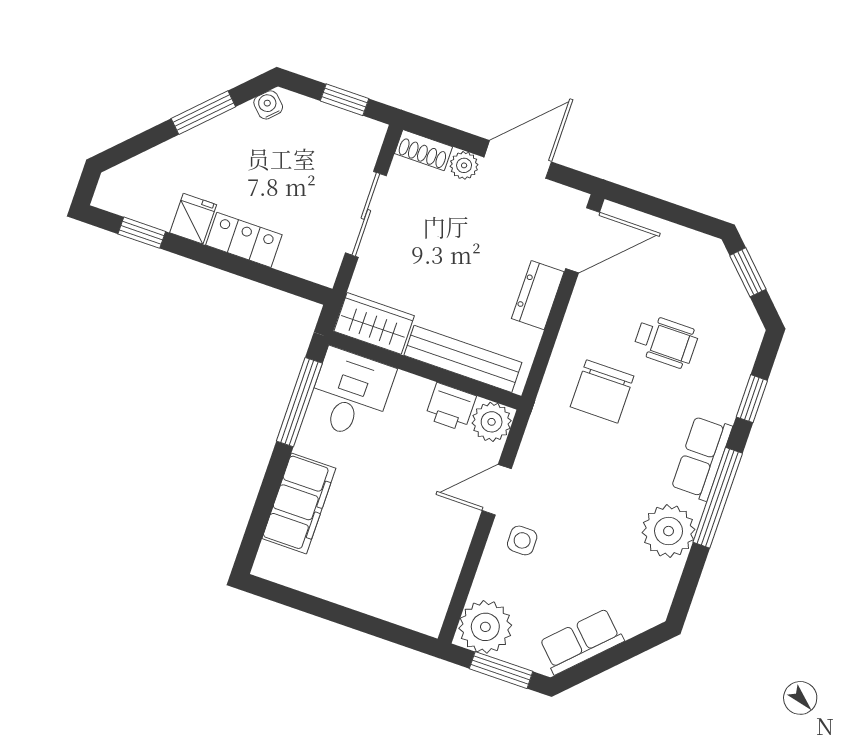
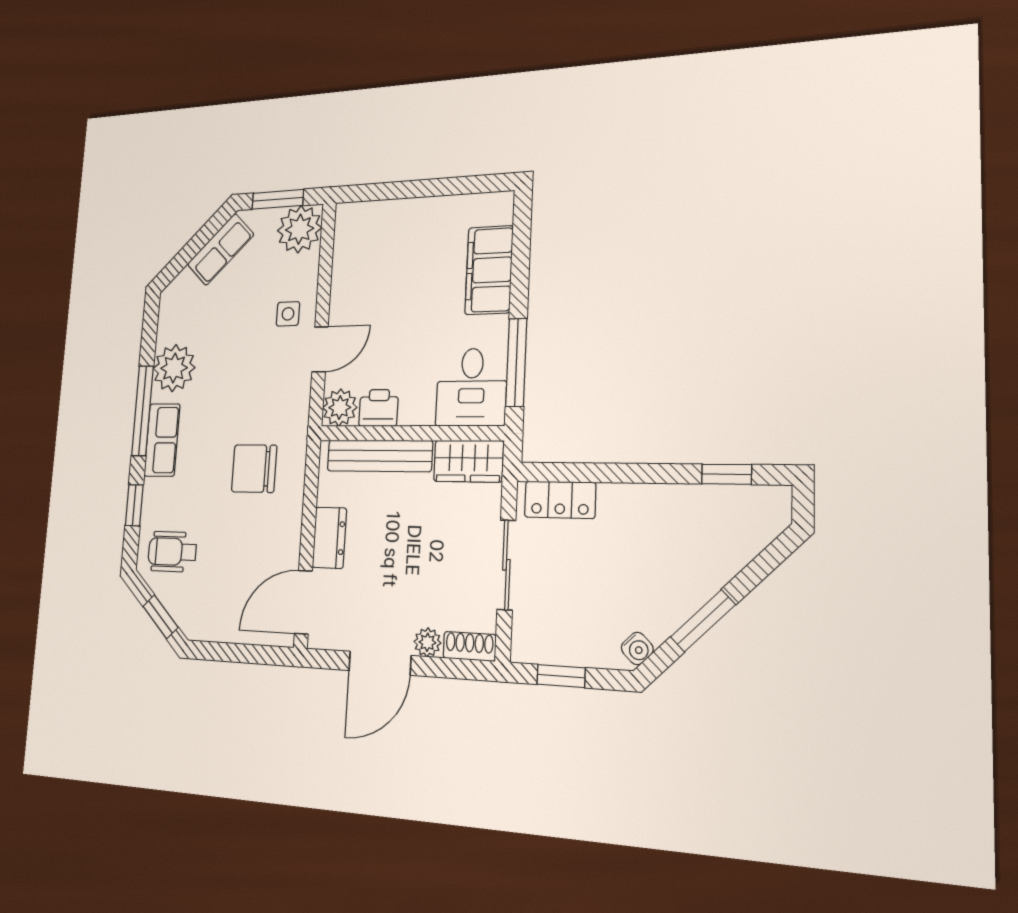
fridge: (193, 219) -> (677, 506), removed
locker: (244, 240) -> (560, 500), moved
wheelchair: (666, 342) -> (172, 552), moved
chair: (602, 391) -> (254, 469), turned -90

